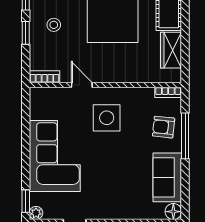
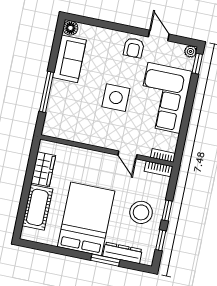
stool: (54, 25) -> (141, 212), width x1.89, depth x1.89
bookcase: (168, 92) -> (163, 156), moved
side table: (107, 118) -> (116, 98), moved
armchair: (164, 127) -> (134, 48), moved, turned 84

